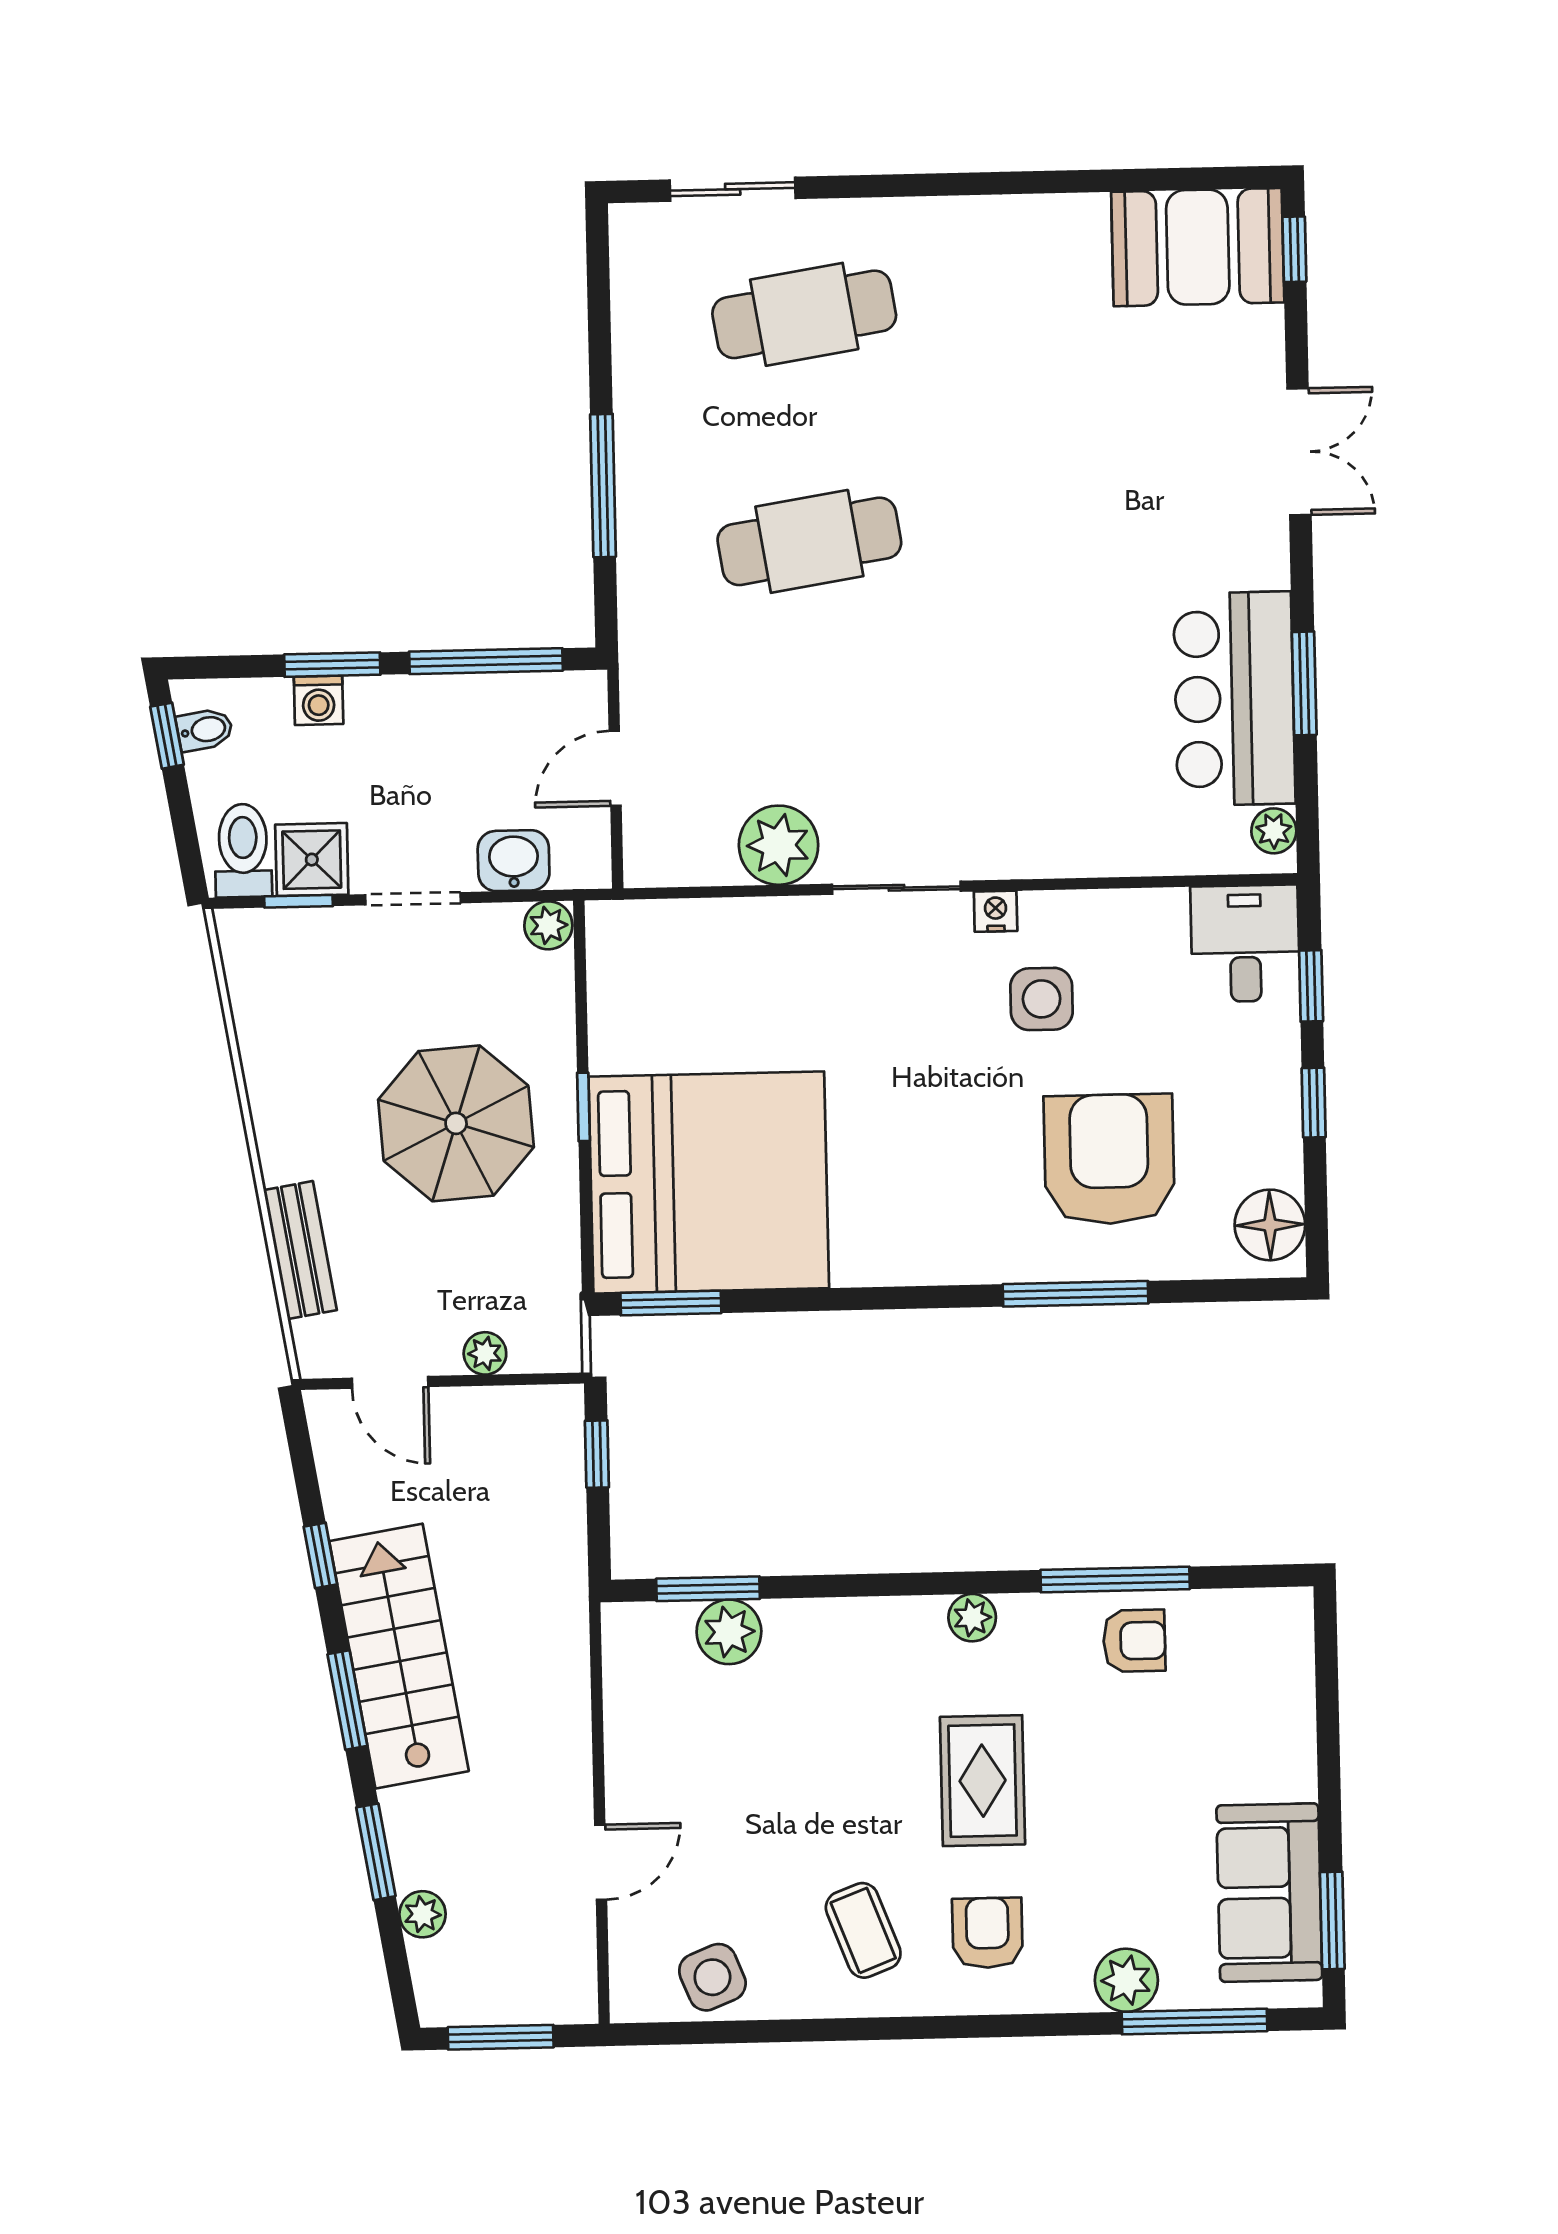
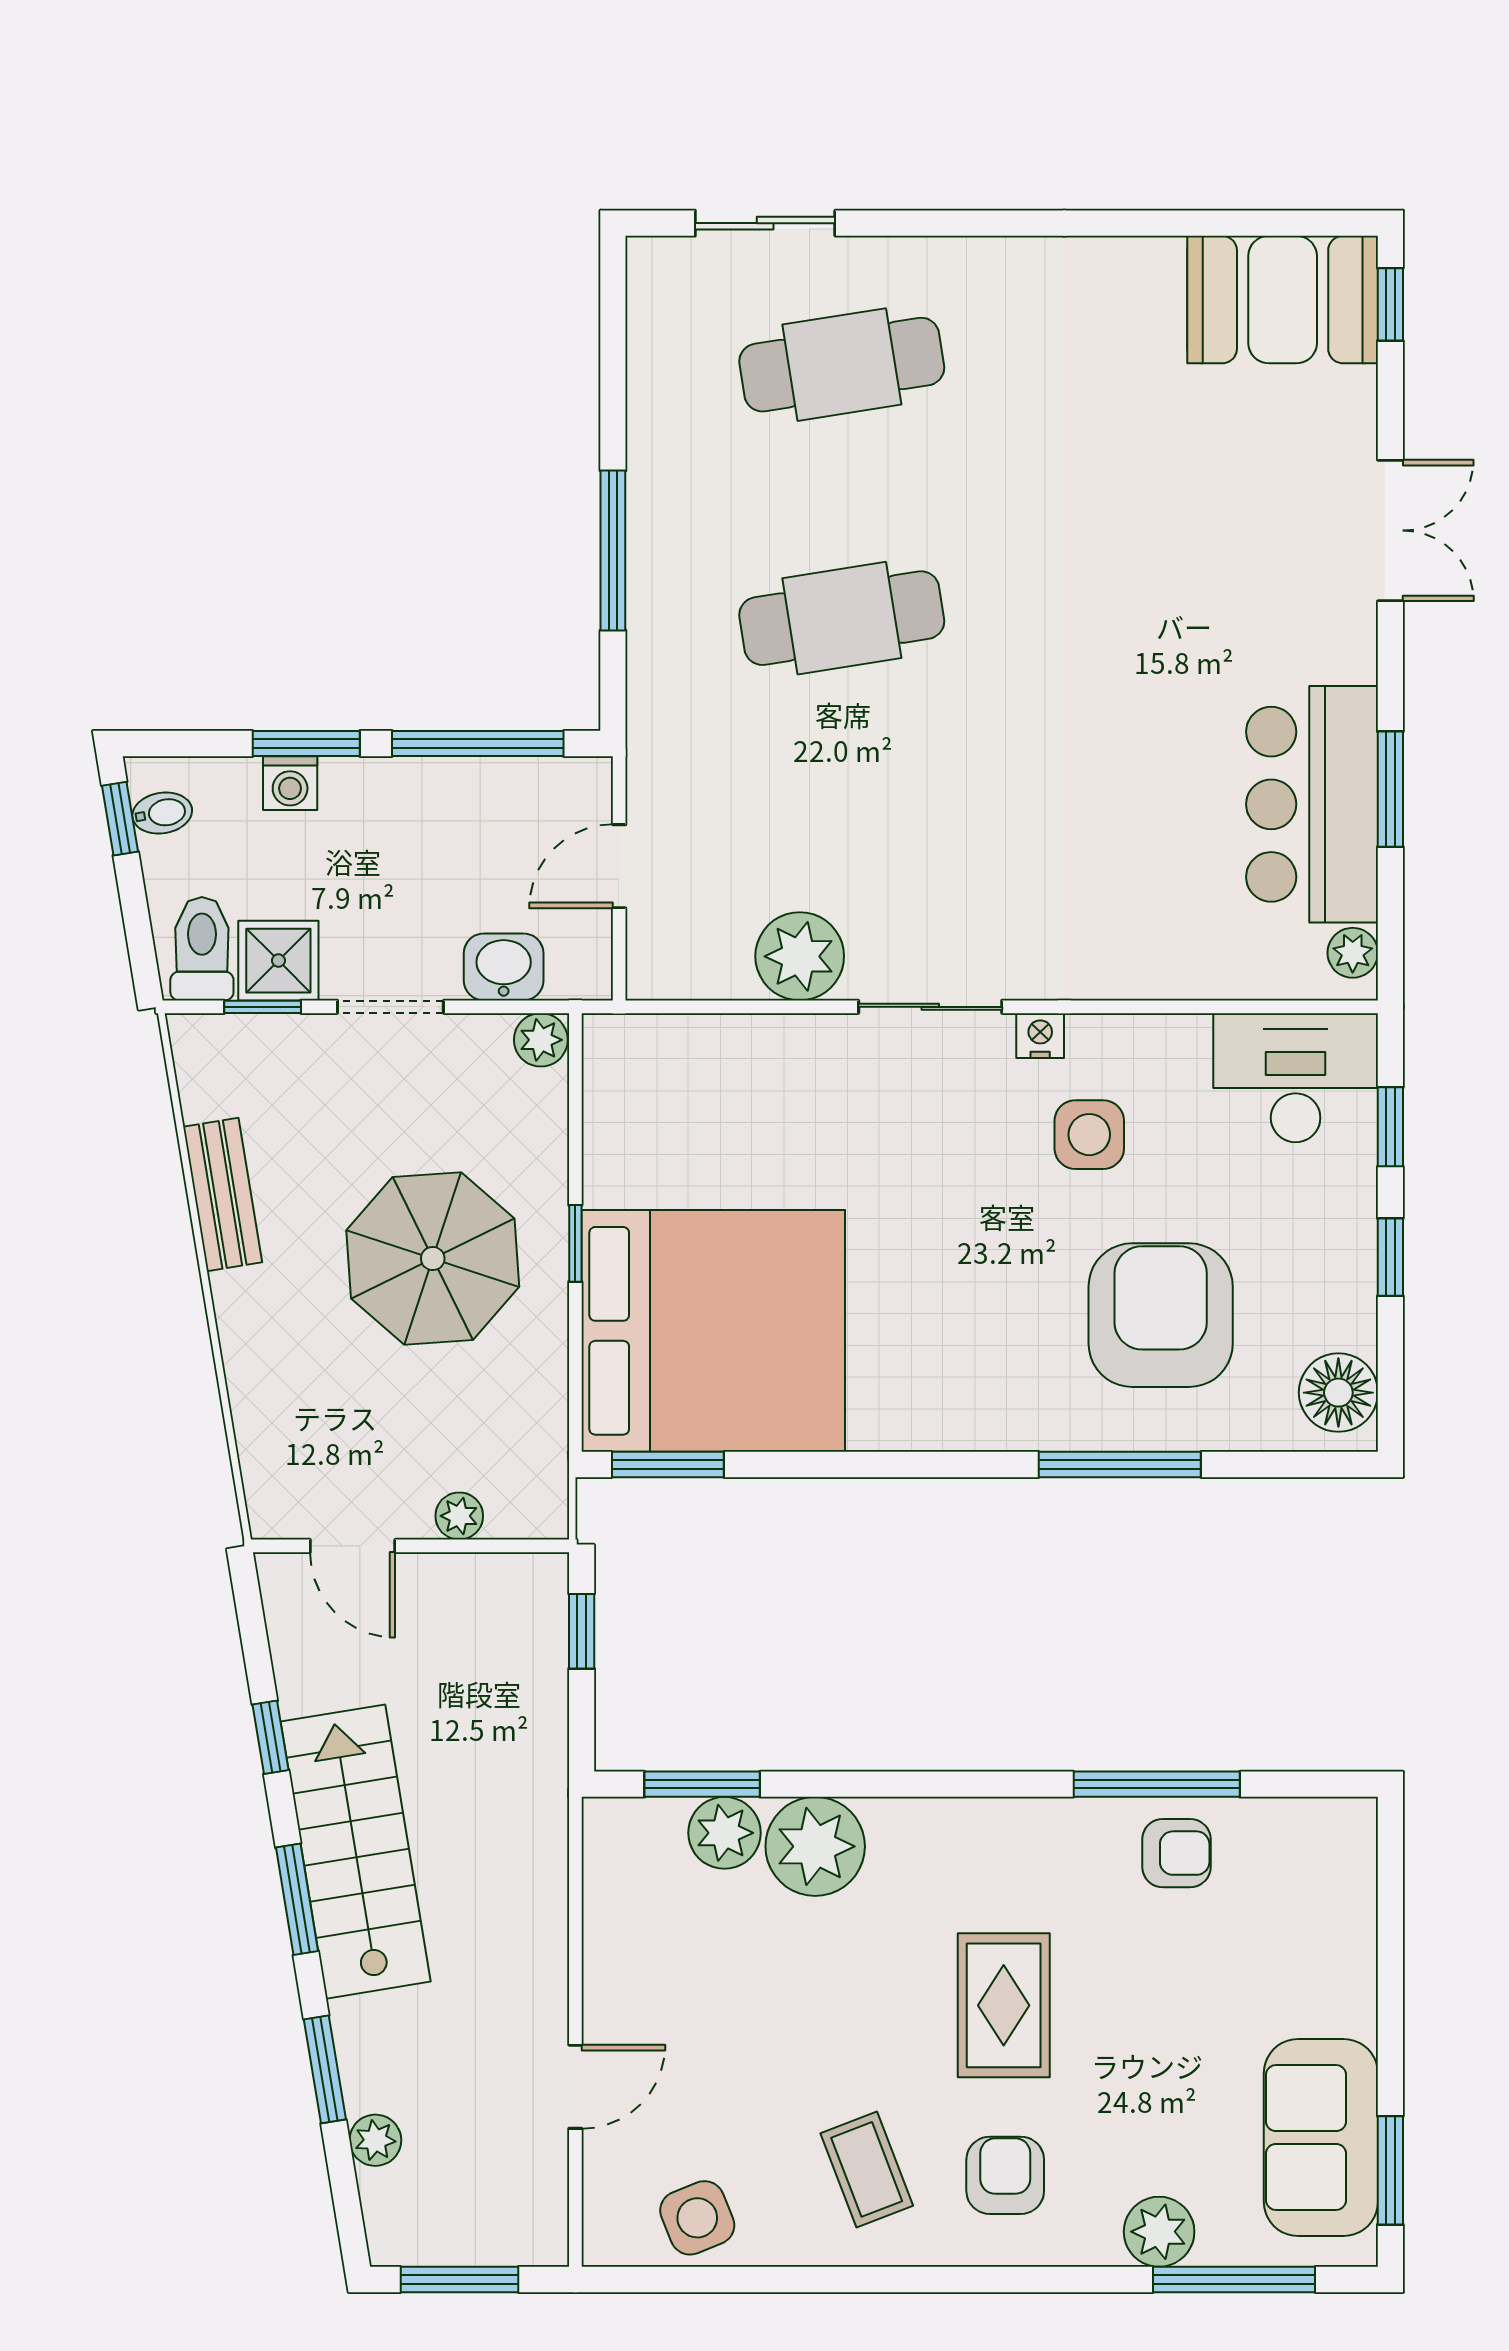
desk: (1245, 943) -> (1296, 1078), width x1.37
bench: (300, 1250) -> (223, 1195), moved
plant: (972, 1618) -> (815, 1846), moved, width x1.88, depth x1.88

